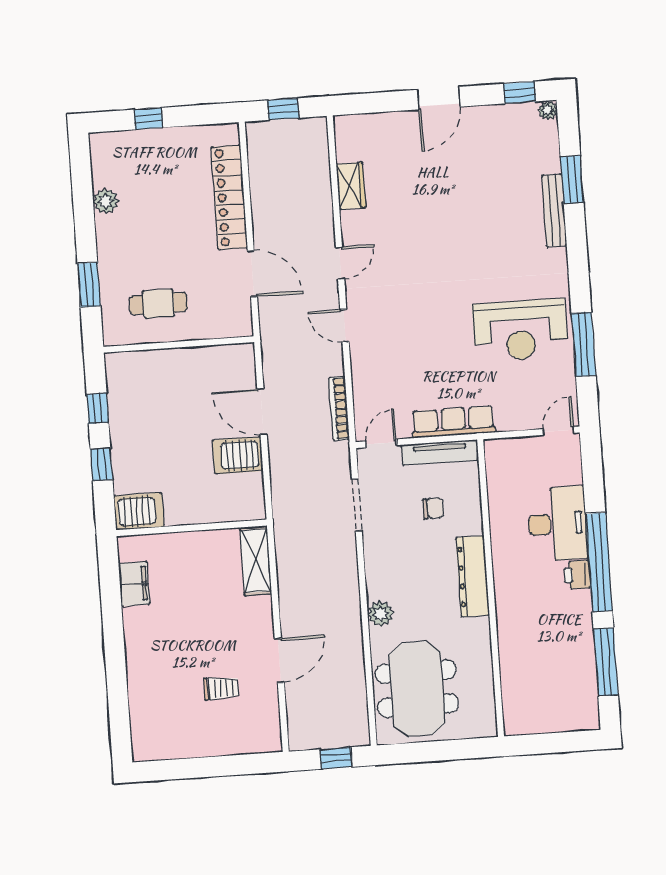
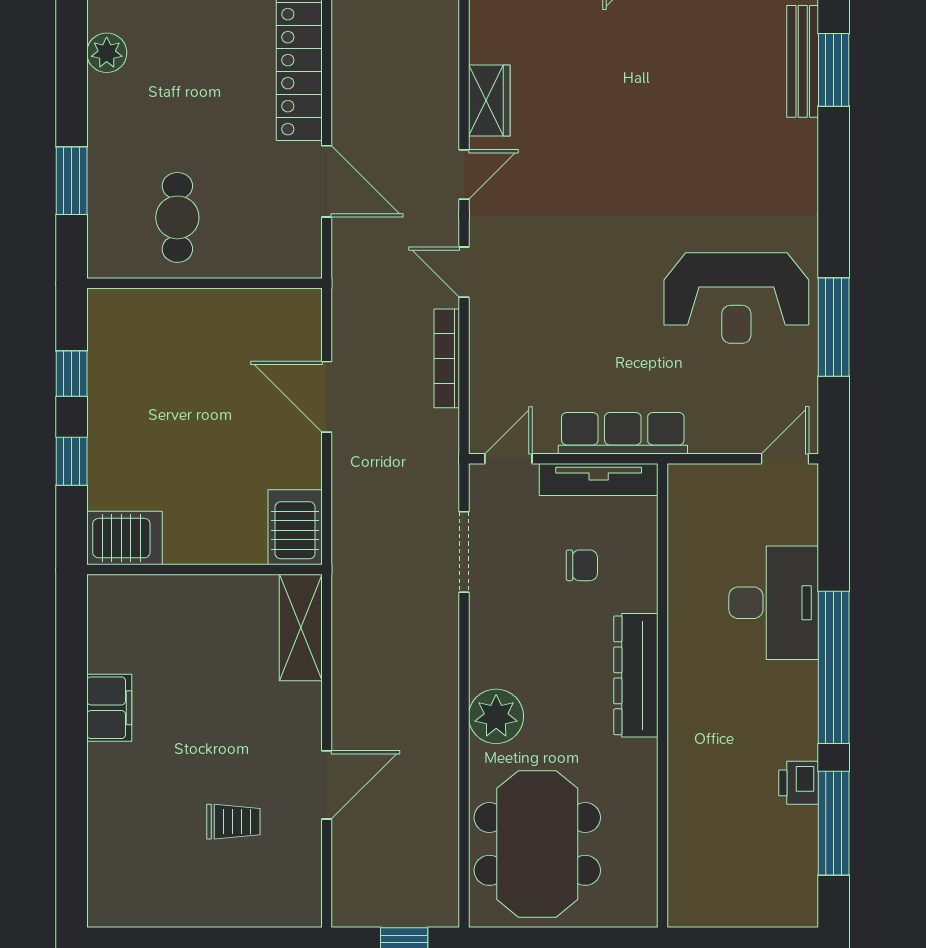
wardrobe: (351, 186) -> (489, 100), moved
bench: (554, 210) -> (803, 61), moved
cafe table: (158, 304) -> (177, 217), turned 90
bookcase: (339, 409) -> (447, 358), moved
server rack: (238, 455) -> (295, 527), moved, turned 90
printer: (577, 575) -> (799, 783), moved
filing cabinet: (134, 584) -> (109, 708), moved
plant: (380, 614) -> (496, 716), width x1.36, depth x1.36

